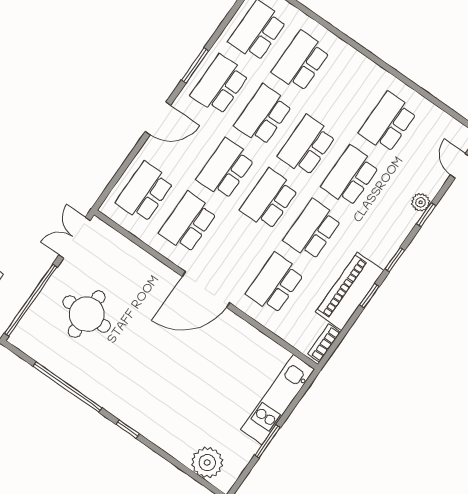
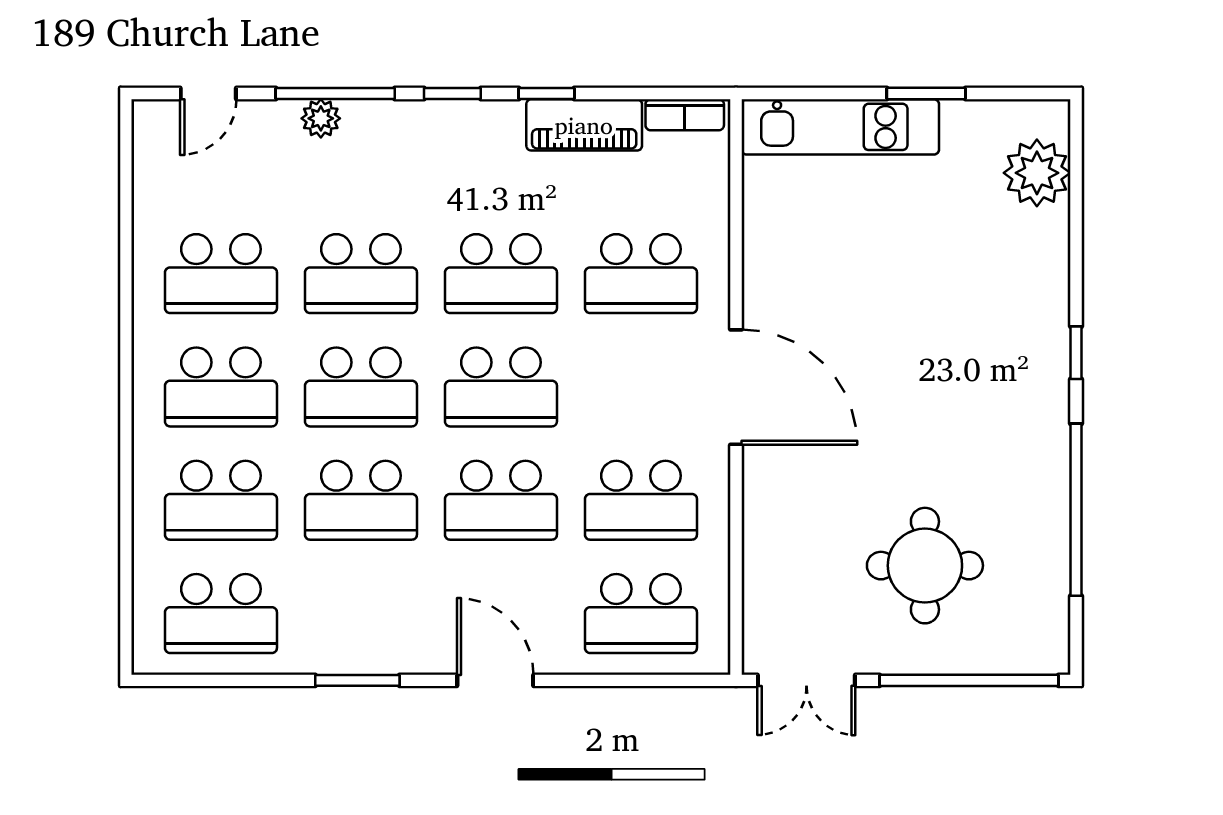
school desk: (220, 85) -> (221, 387), moved
window: (426, 215) -> (335, 94), width x2.17
piano: (350, 291) -> (584, 125), width x0.73, depth x0.75

